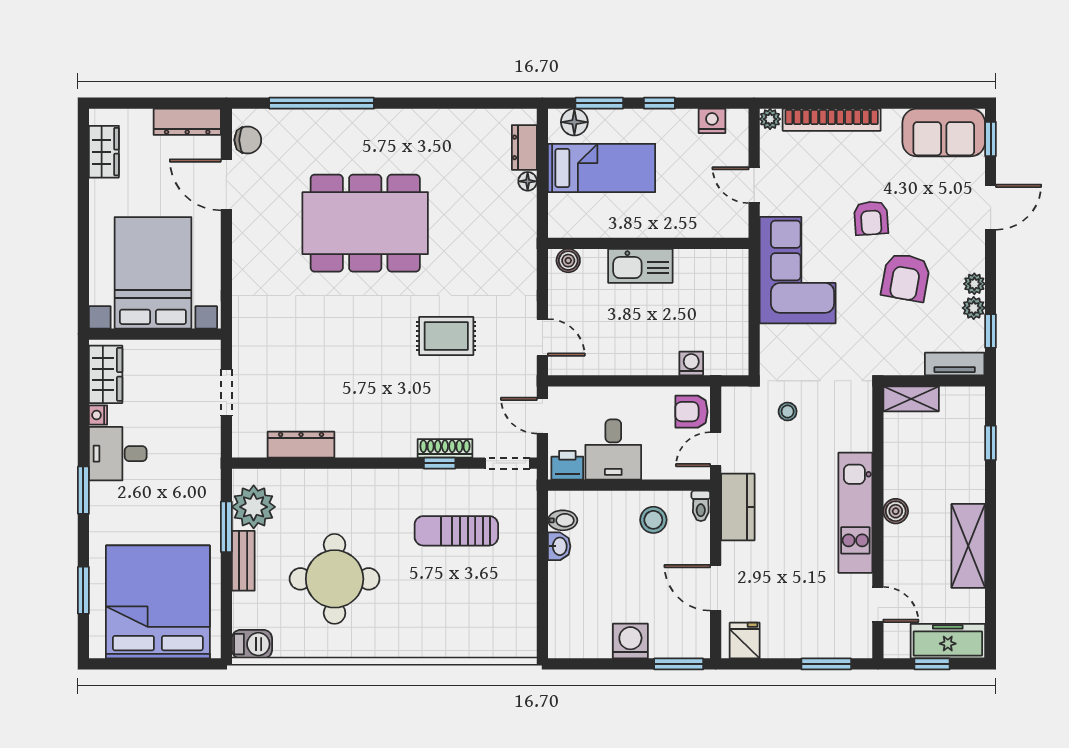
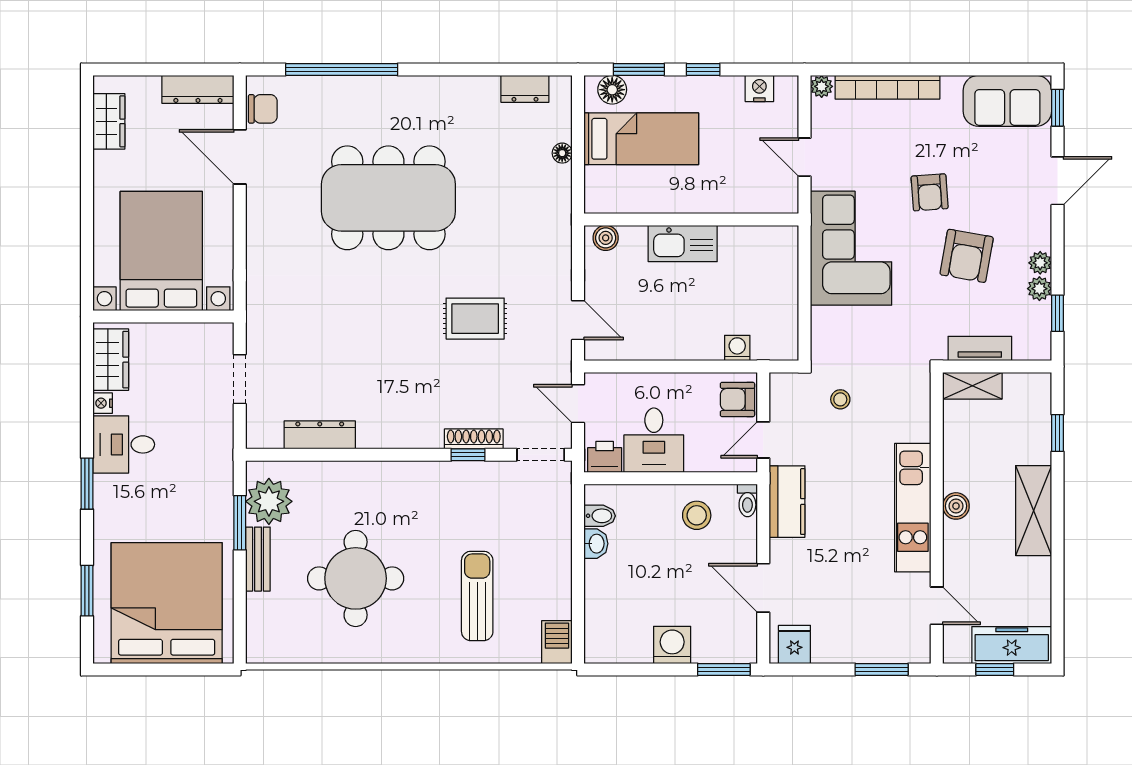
dresser: (524, 147) -> (525, 89), moved, turned -90
tv unit: (955, 364) -> (980, 348), moved
sun lounger: (456, 531) -> (477, 596), moved, turned 90
shelving: (968, 546) -> (1034, 511), moved
barbecue: (252, 644) -> (557, 642), moved, turned -90

